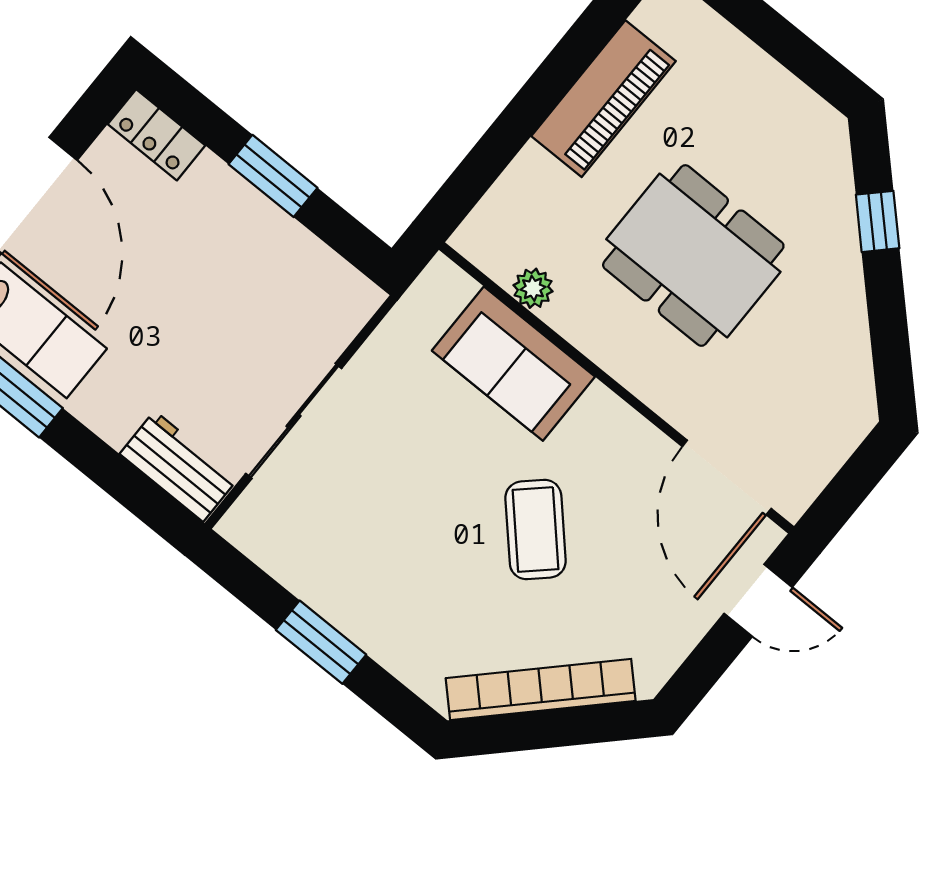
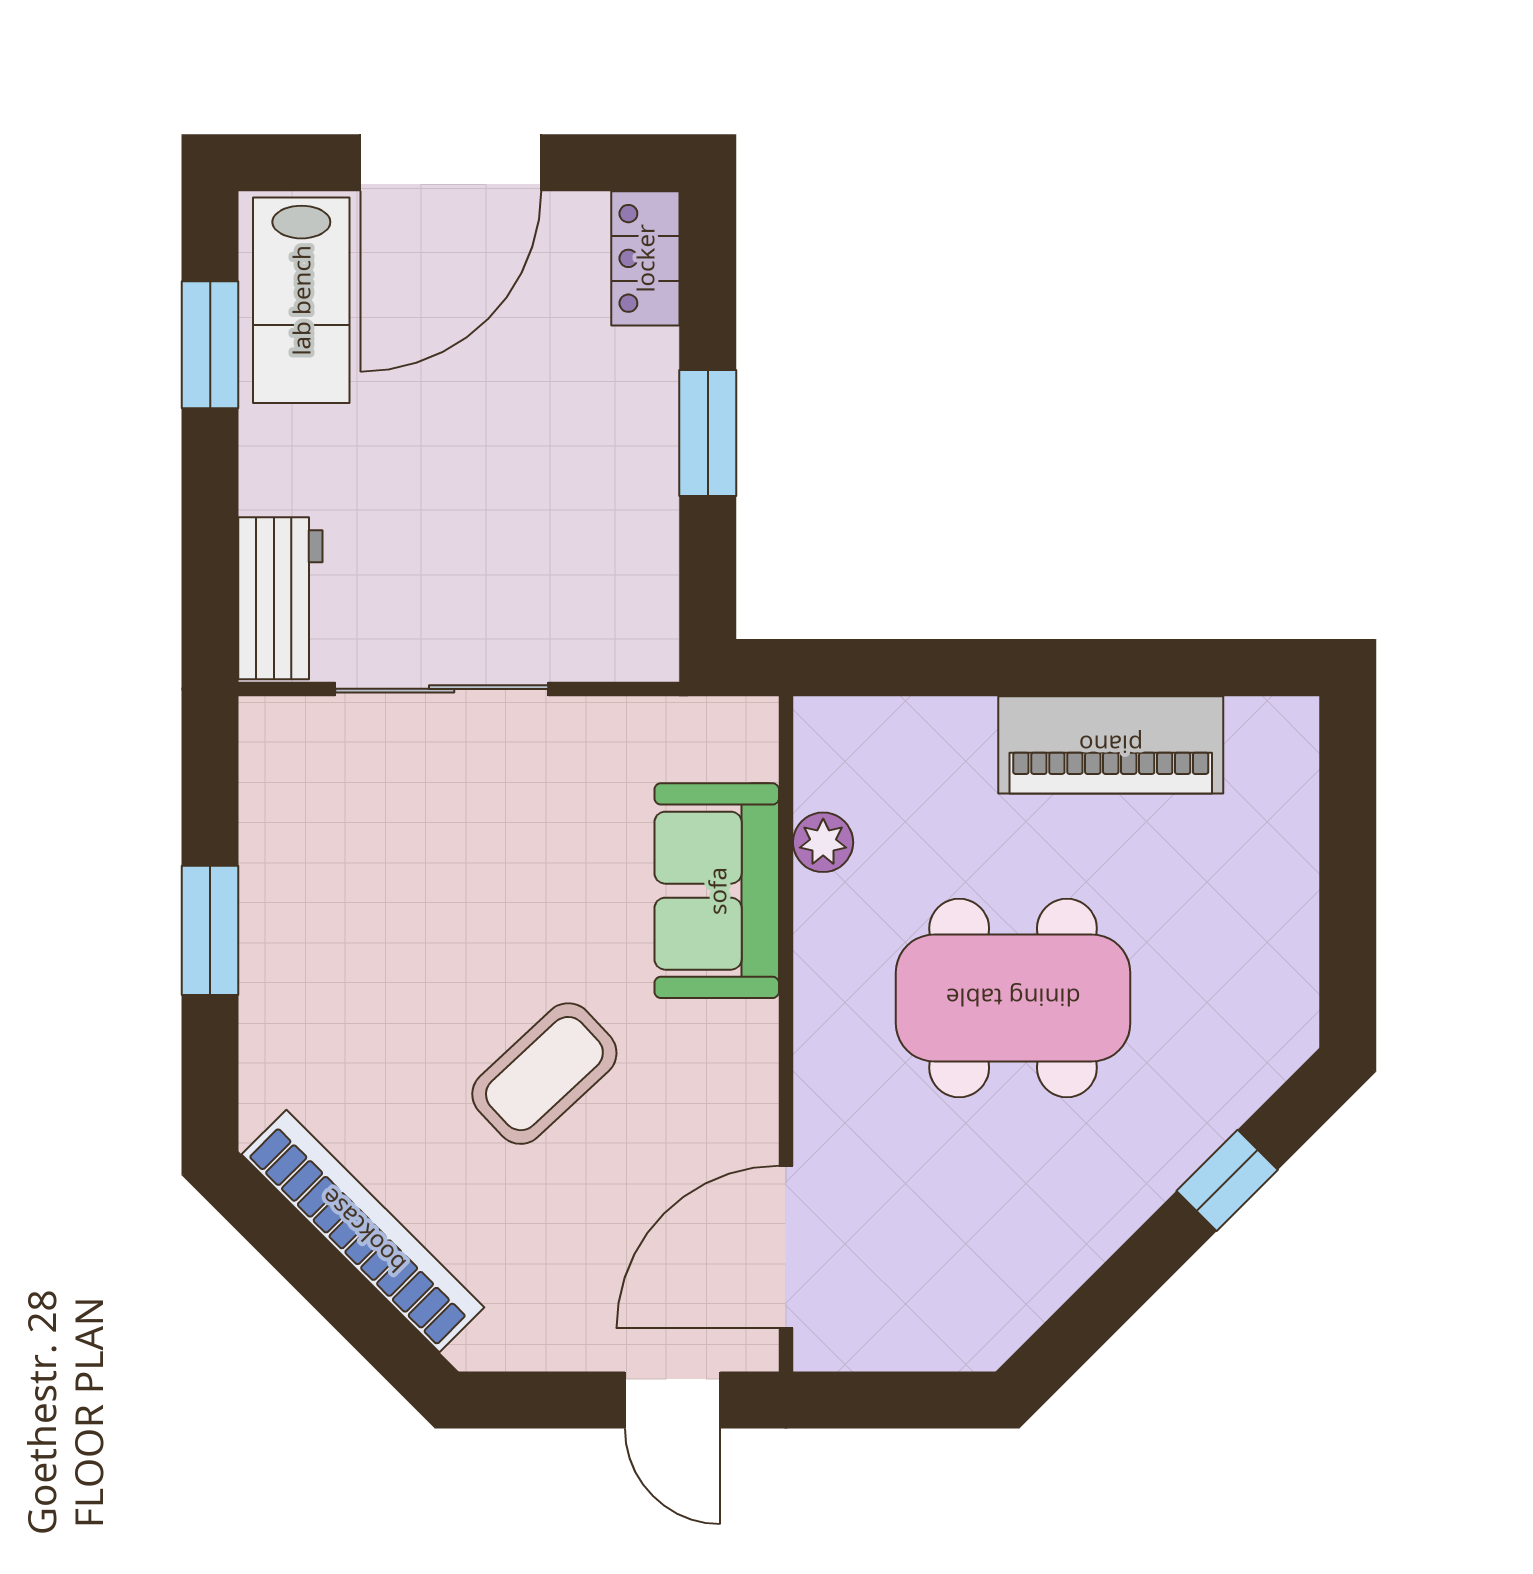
dining table: (693, 256) -> (1013, 998), turned 90

